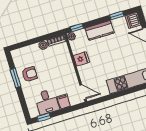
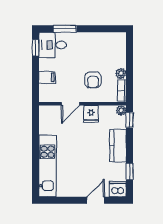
armchair: (30, 74) -> (93, 80), moved
window: (15, 78) -> (65, 29), moved
door: (83, 92) -> (70, 104), moved
desk: (47, 102) -> (53, 45), moved

